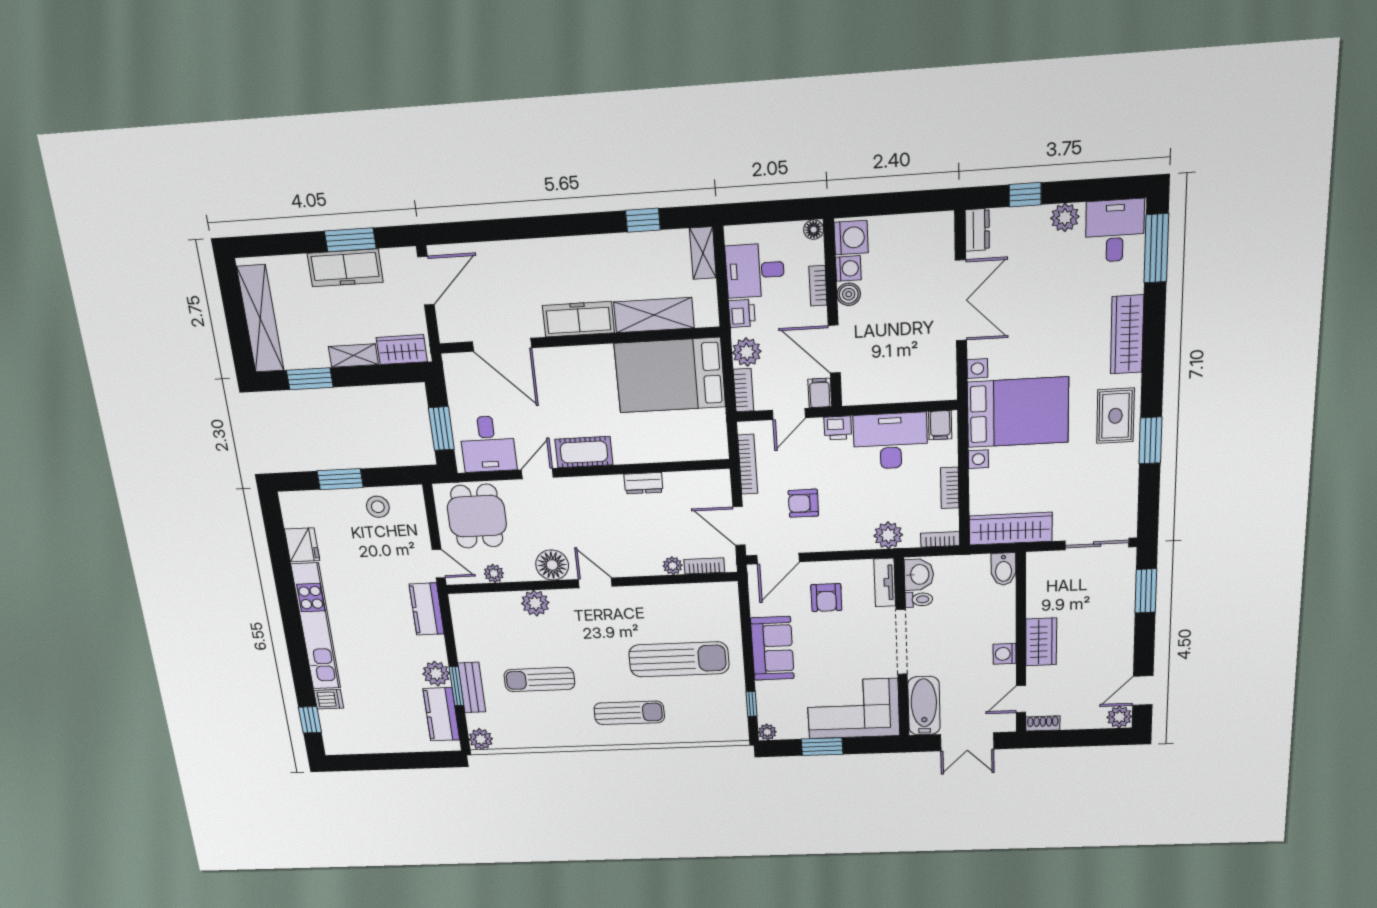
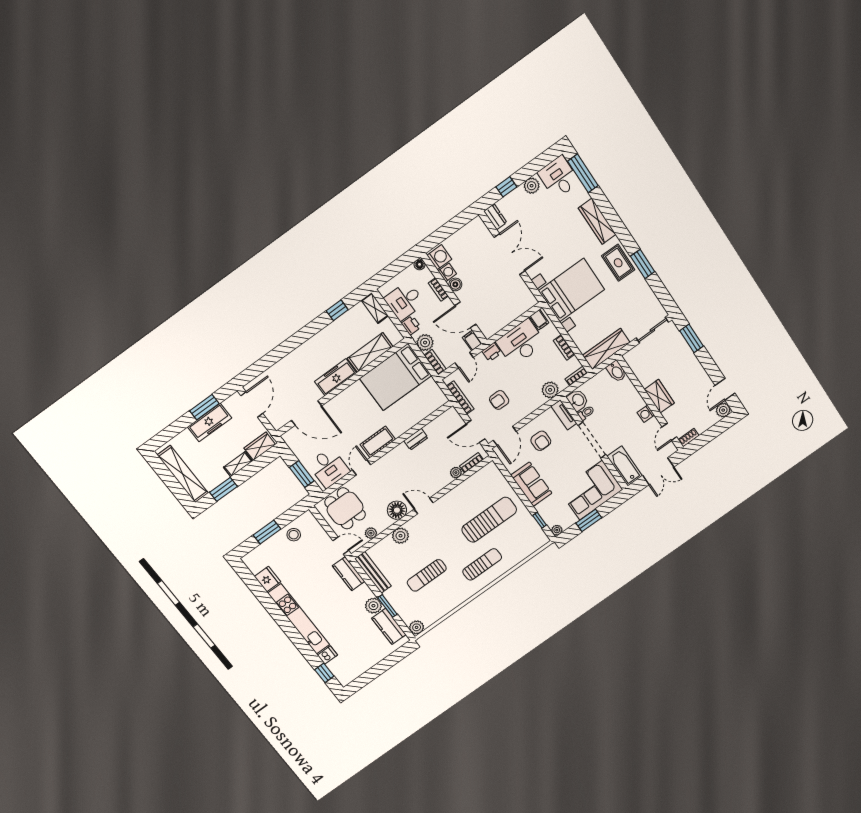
bench: (472, 688) -> (373, 572), moved, width x1.36

